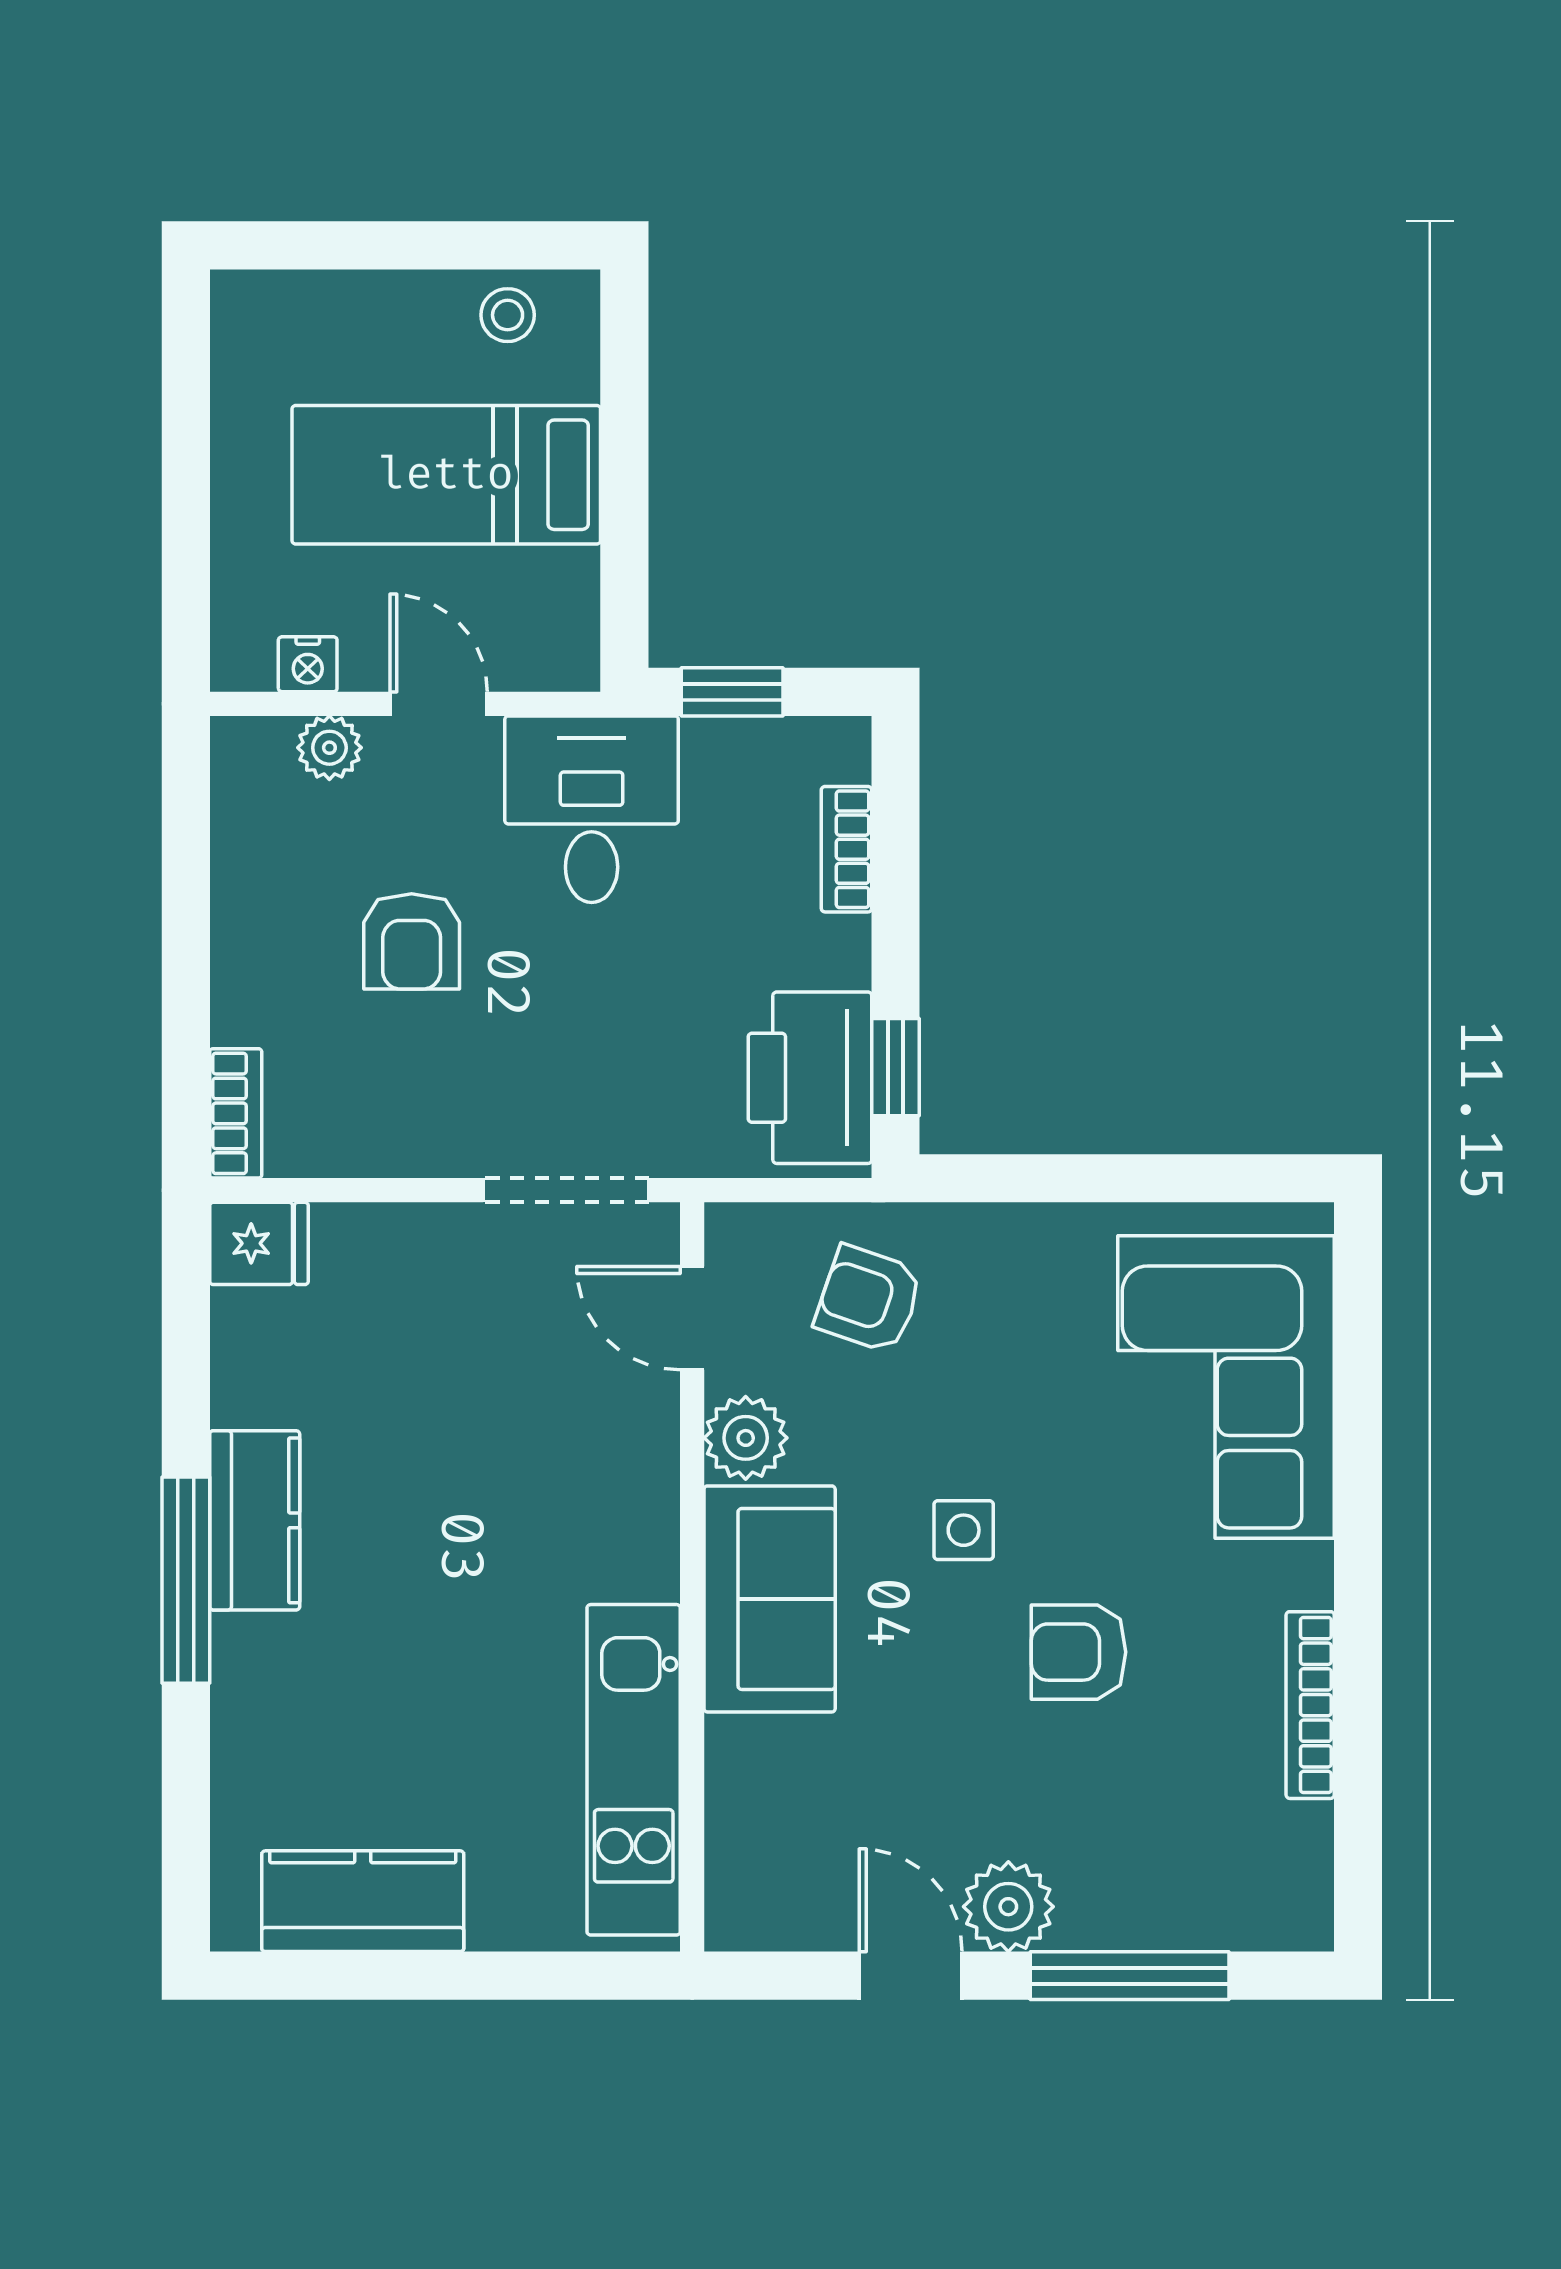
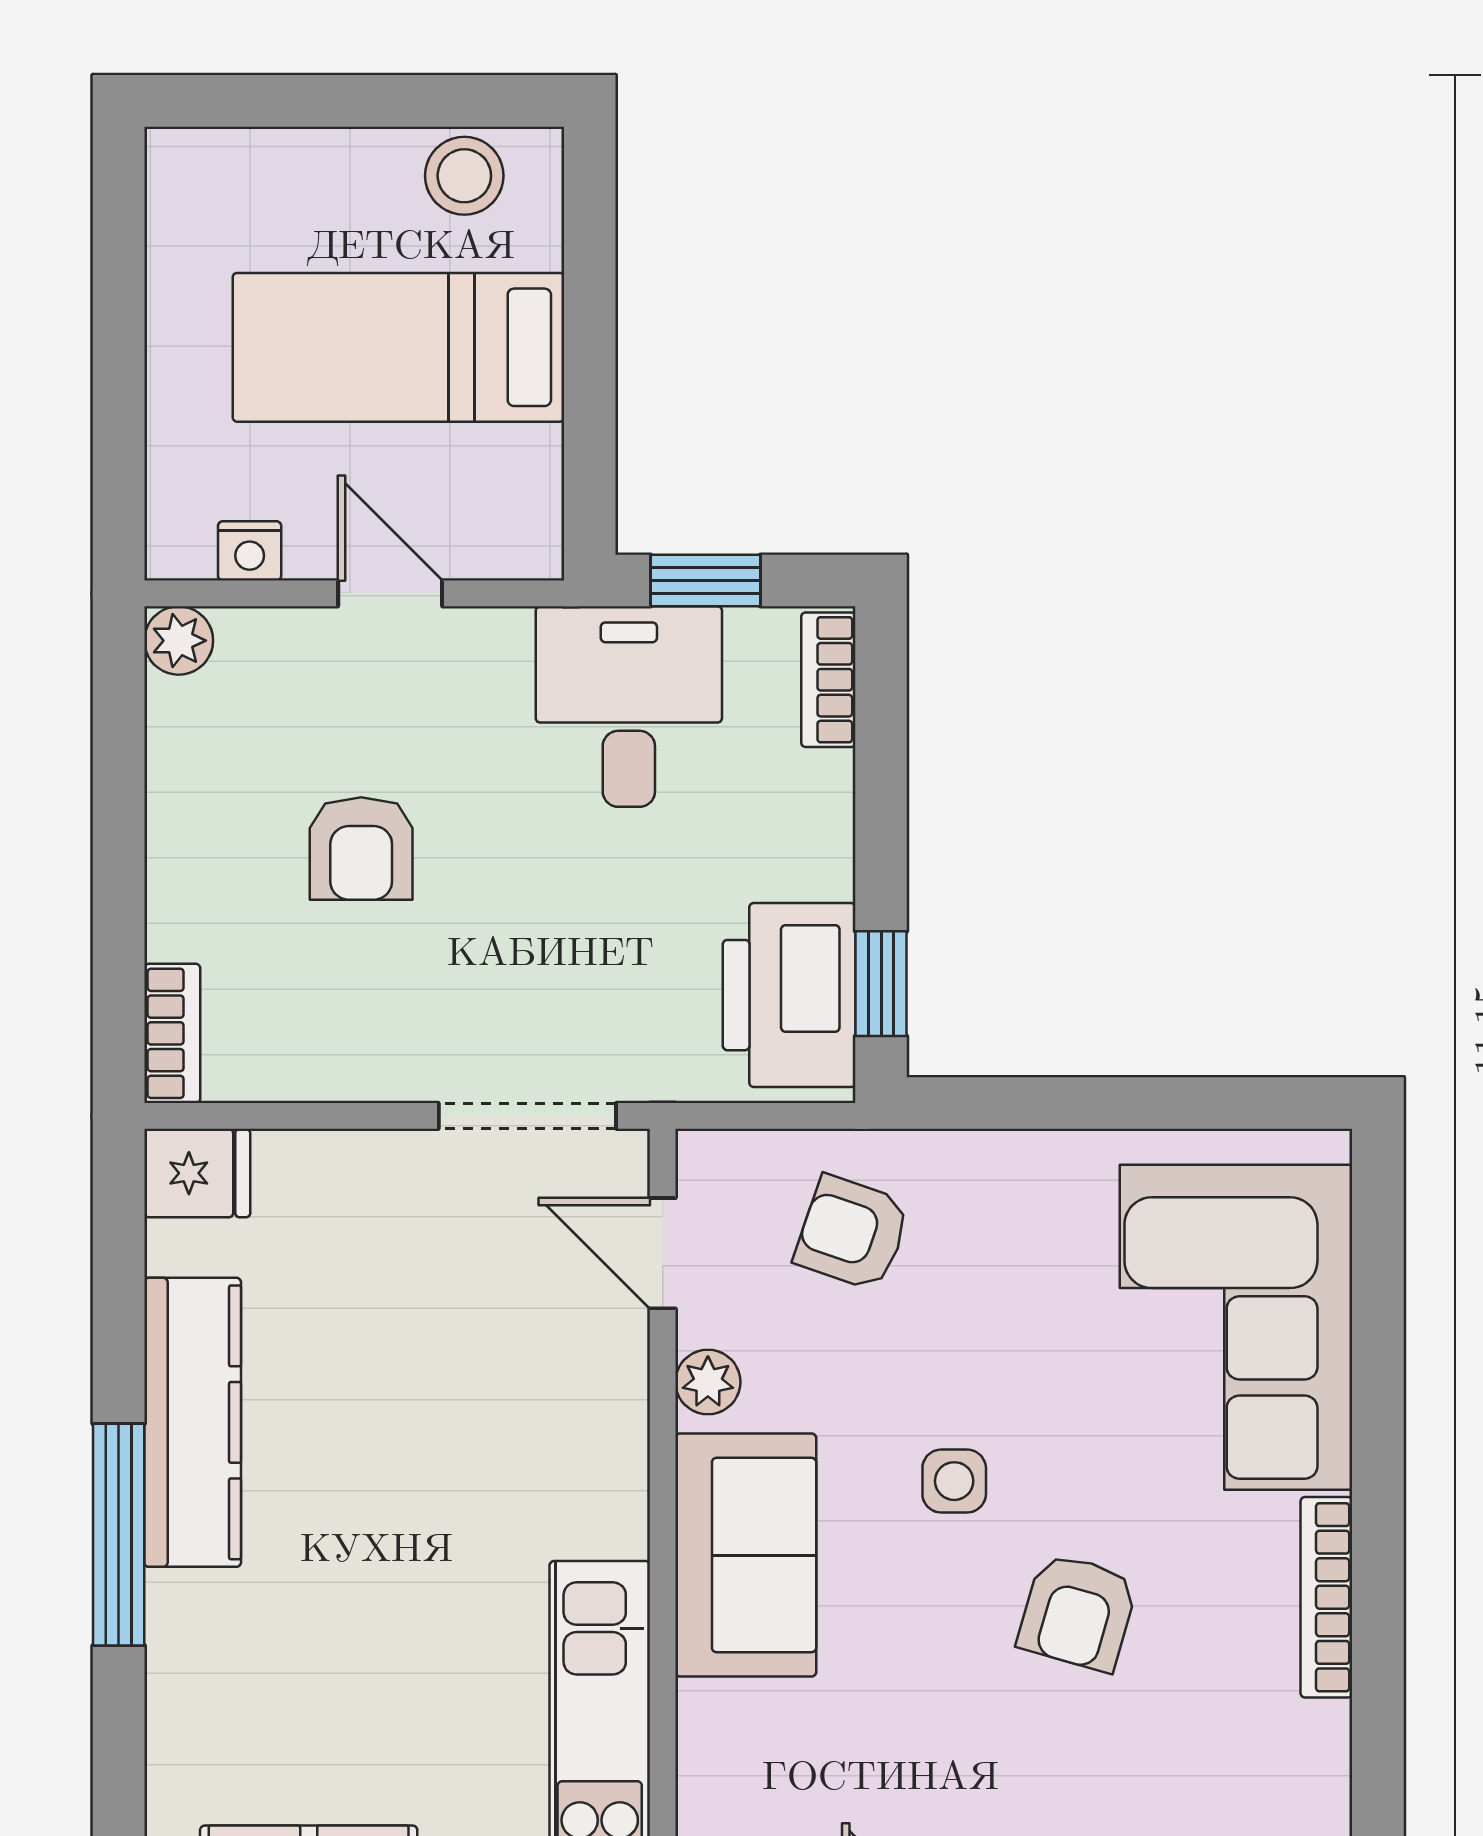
stool: (508, 315) -> (464, 176), width x1.37, depth x1.37
plant: (329, 748) -> (179, 641), moved
desk: (592, 809) -> (629, 707), moved
bookcase: (846, 849) -> (828, 680), moved
plant: (746, 1438) -> (708, 1382), width x0.73, depth x0.73
kitchen counter: (255, 1520) -> (193, 1422), width x1.50
armchair: (1079, 1652) -> (1078, 1612), turned -74
bookcase: (1310, 1705) -> (1326, 1597), moved

